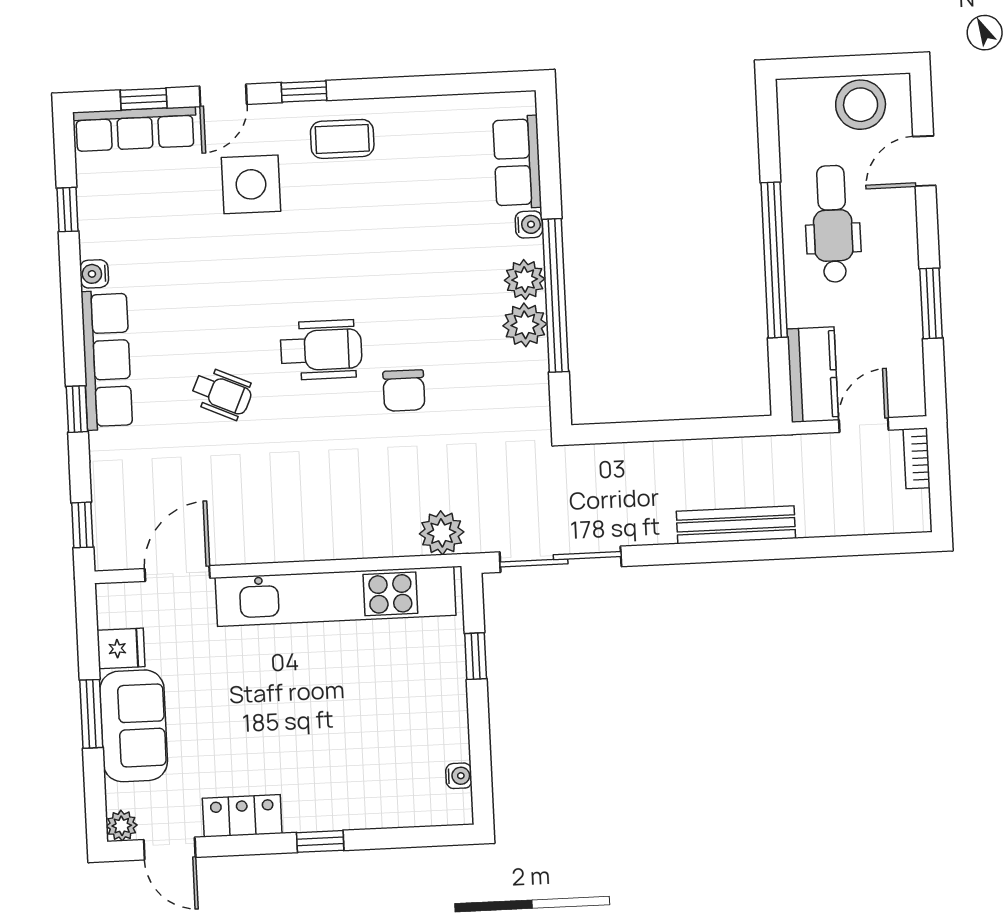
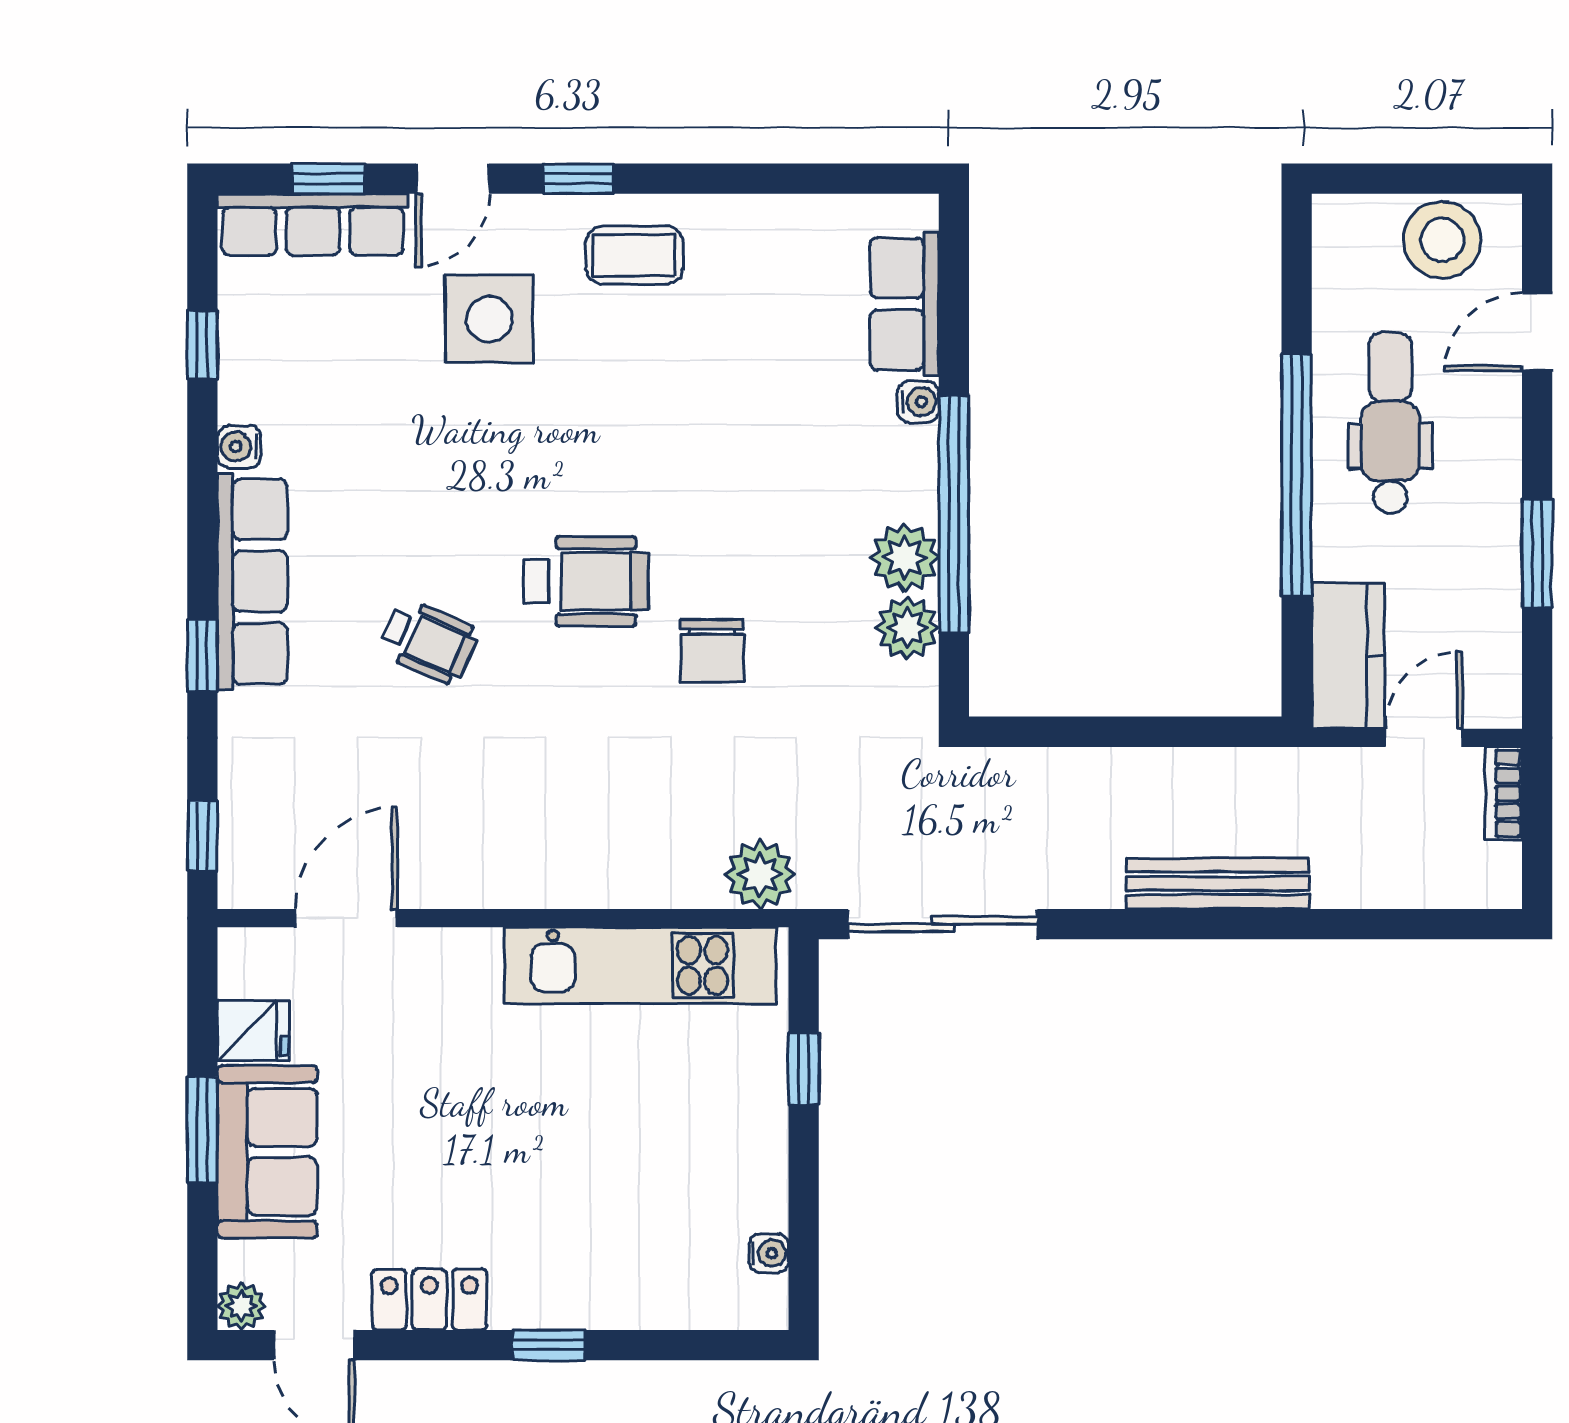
plant: (525, 280) -> (907, 628), moved
kitchen unit: (336, 596) -> (640, 966), width x0.73

